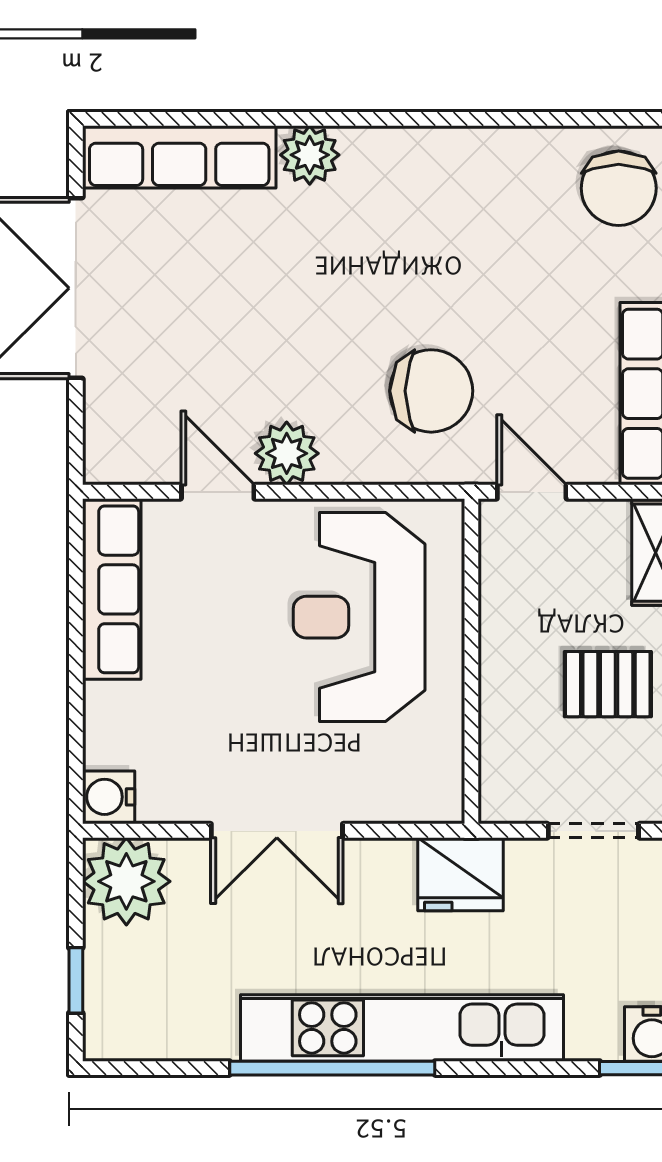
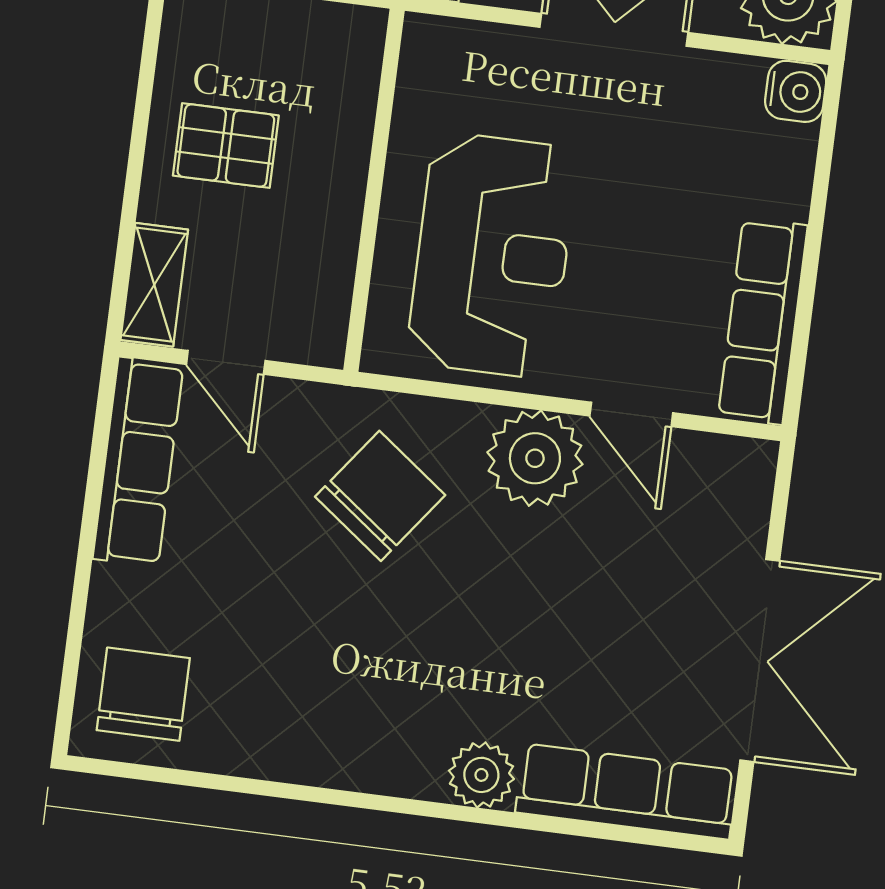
chair: (431, 391) -> (380, 496), turned 127
plant: (287, 453) -> (535, 458), width x1.36, depth x1.36
door: (532, 492) -> (226, 362), moved

